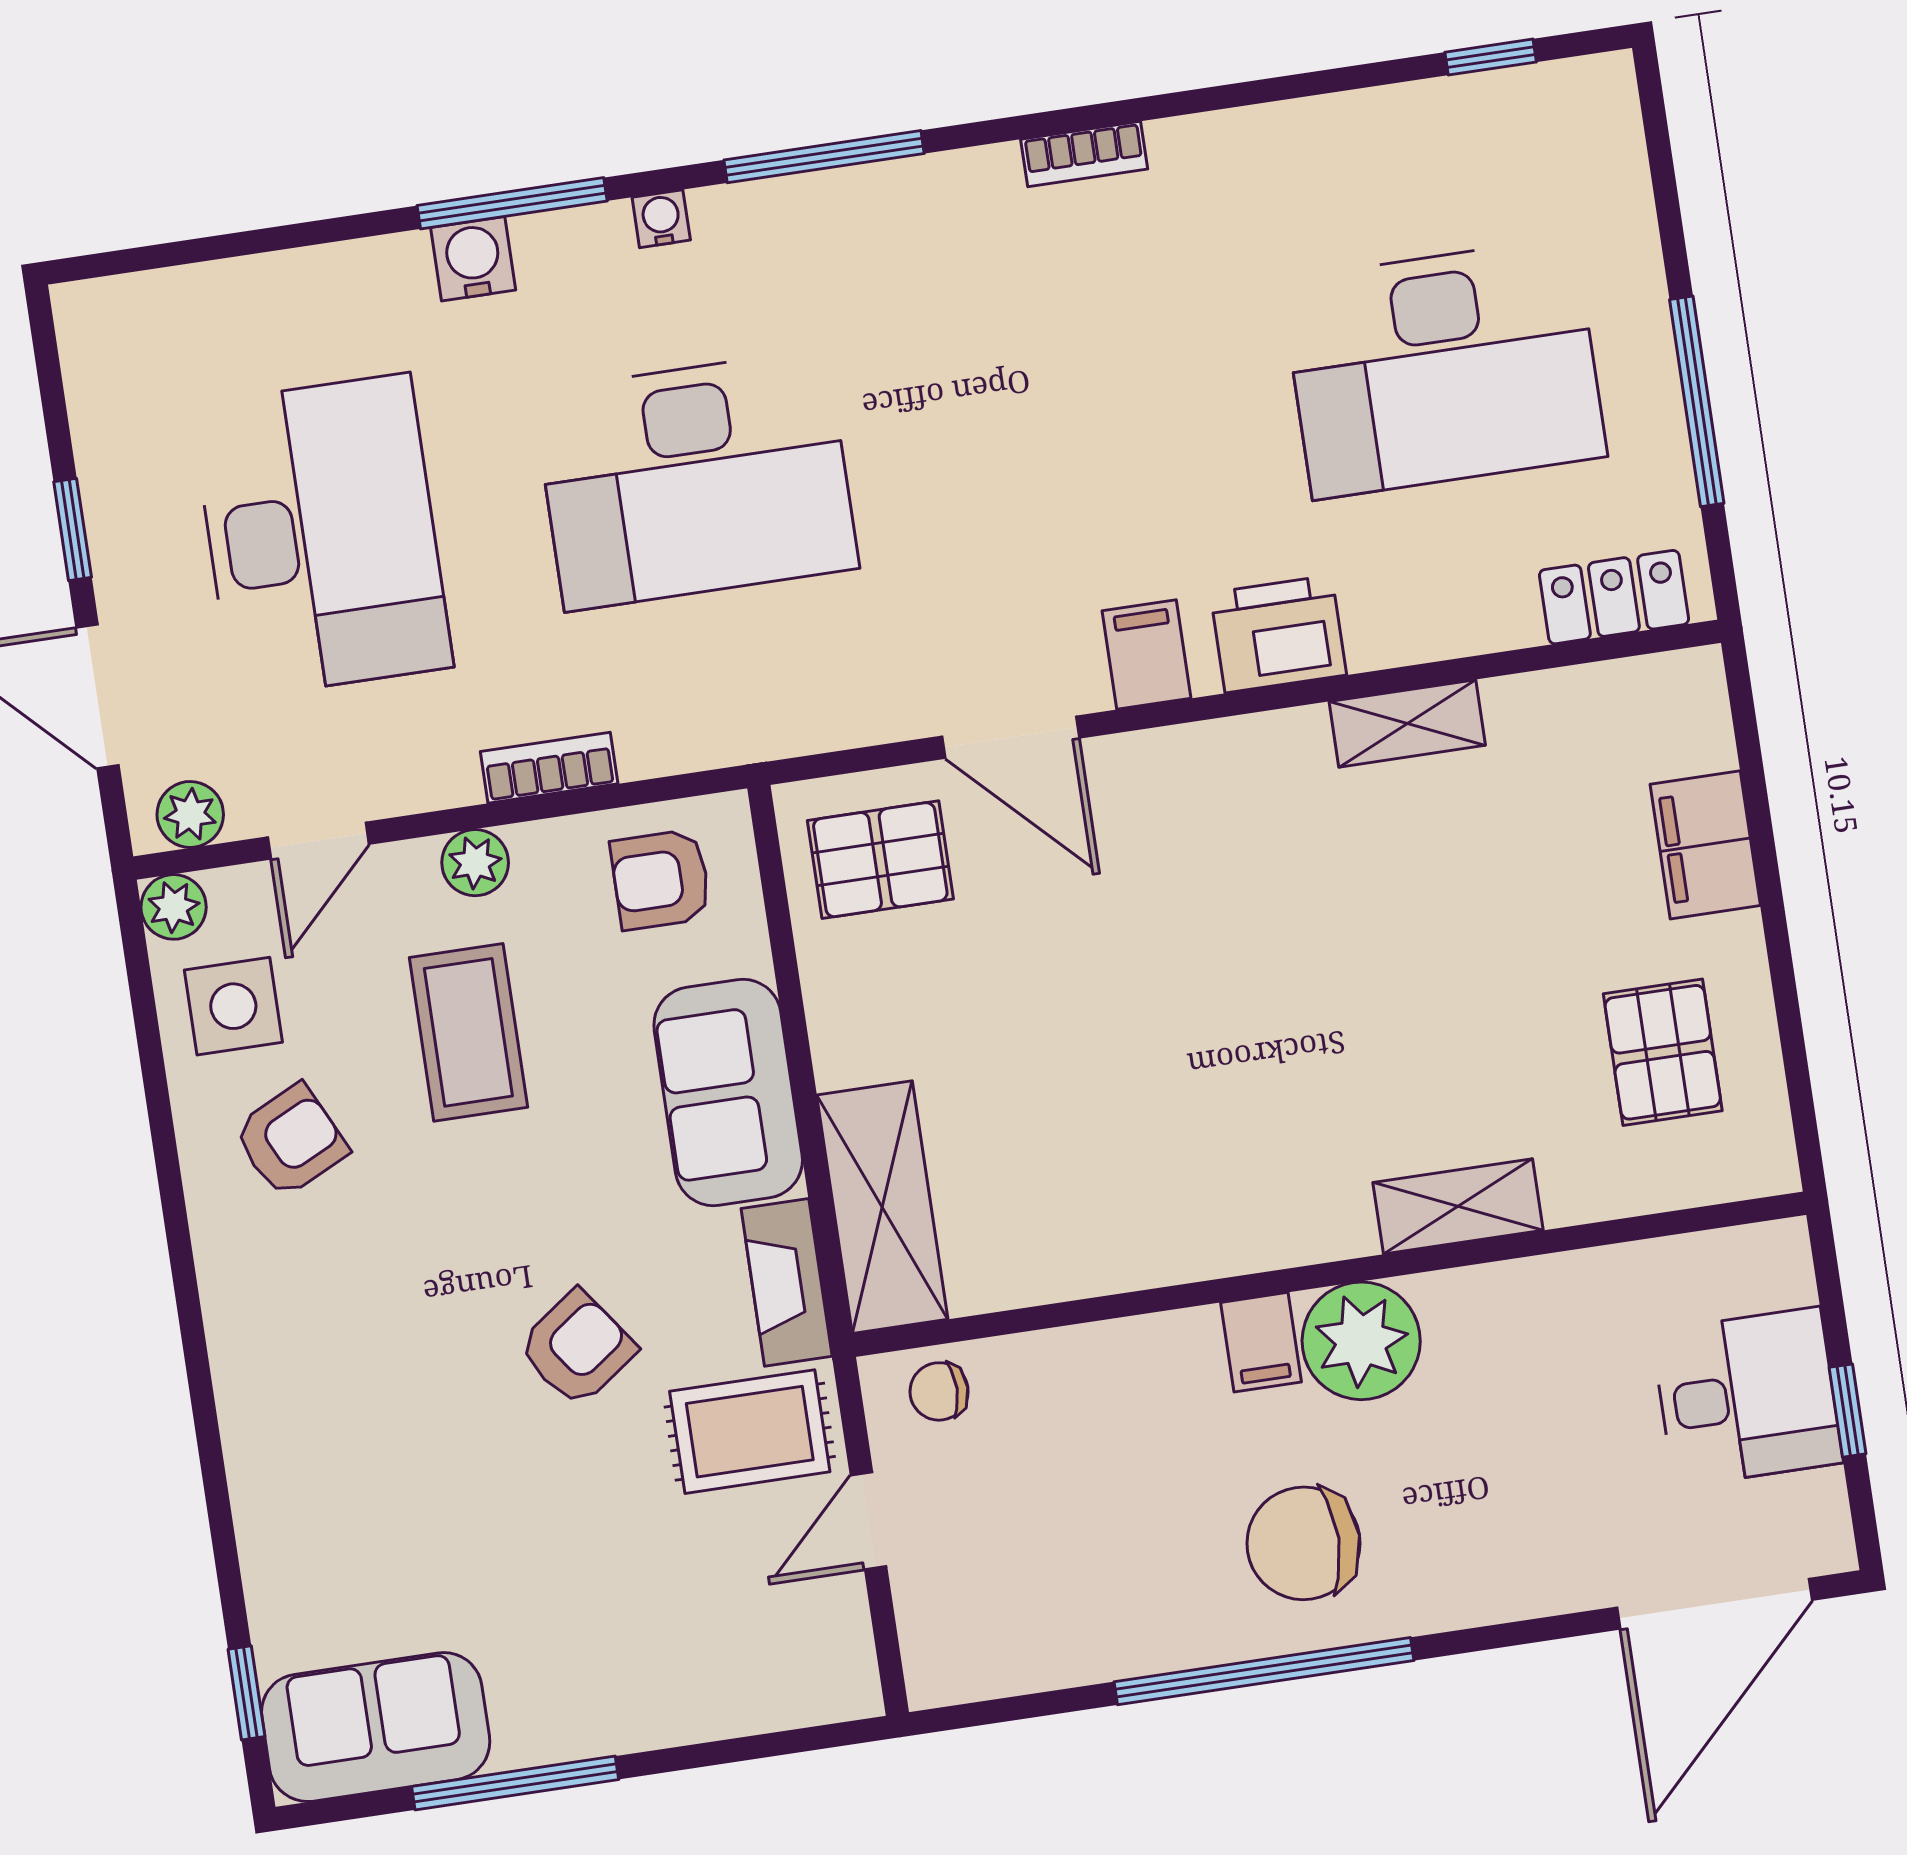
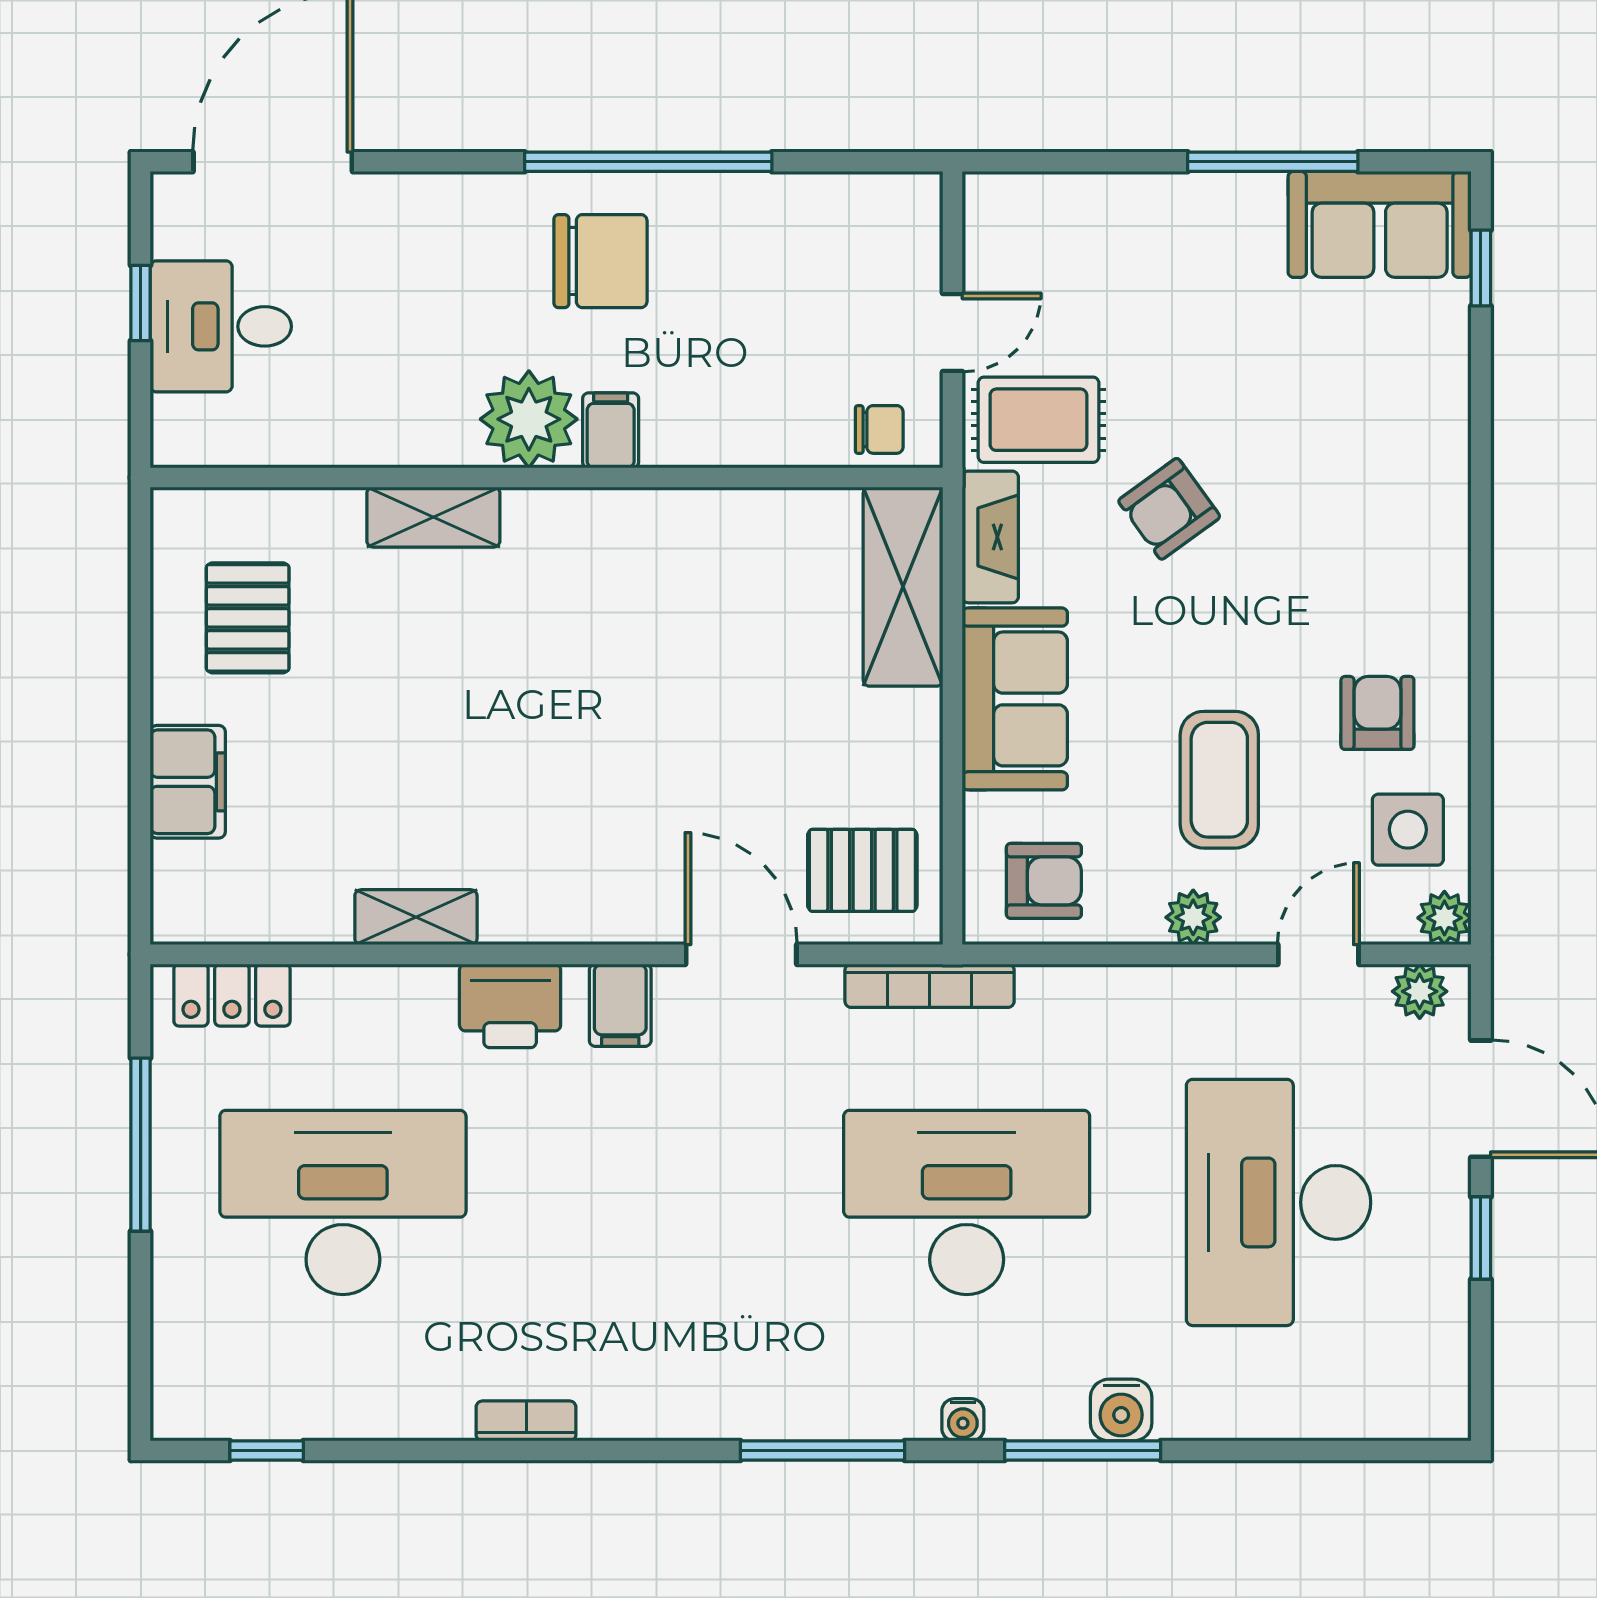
bookcase: (1084, 154) -> (526, 1421), moved
bookcase: (549, 768) -> (930, 986), moved, width x1.56
armchair: (291, 1141) -> (1377, 713), turned 116

